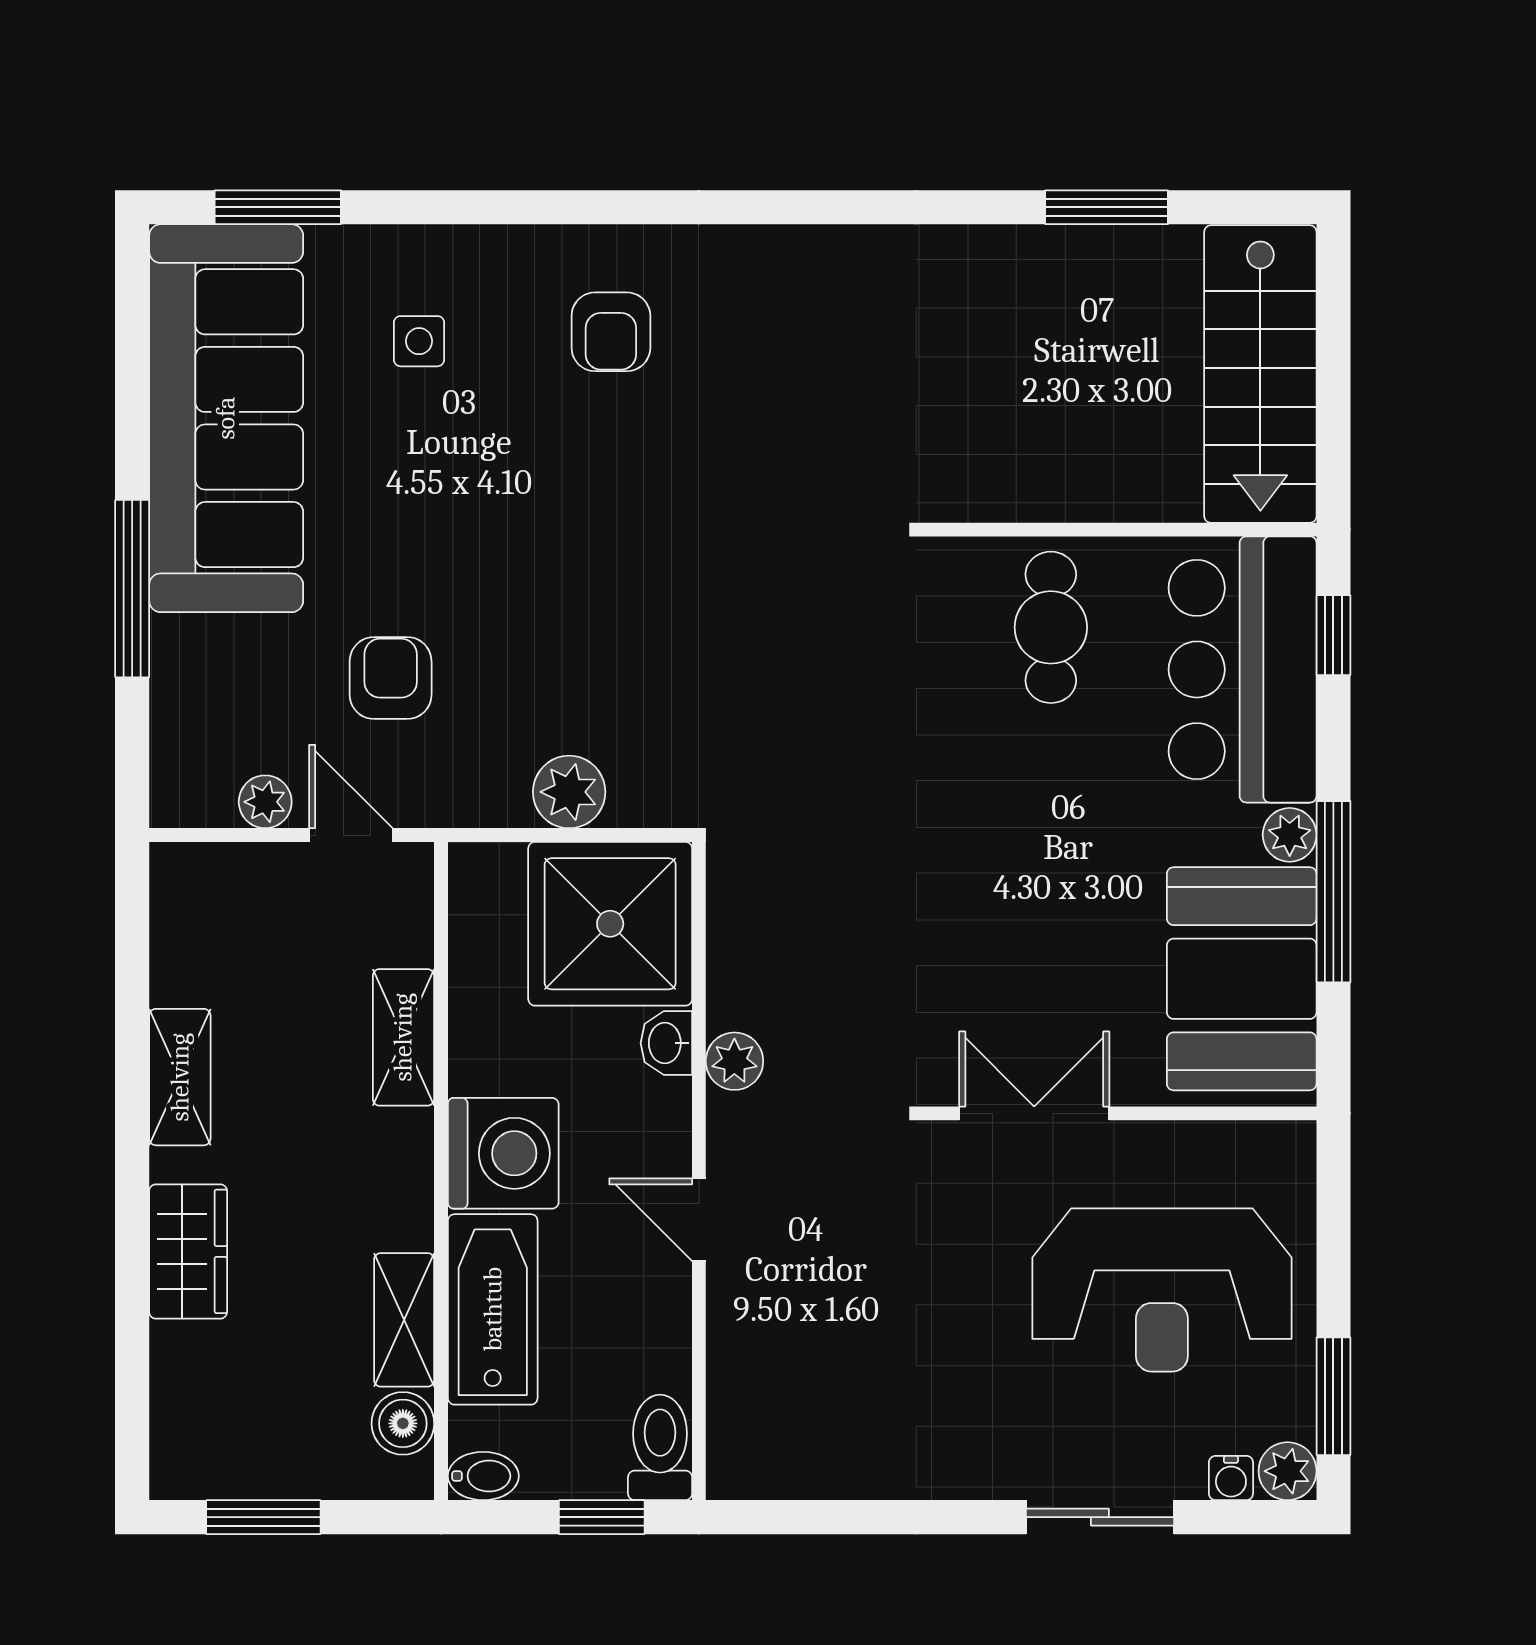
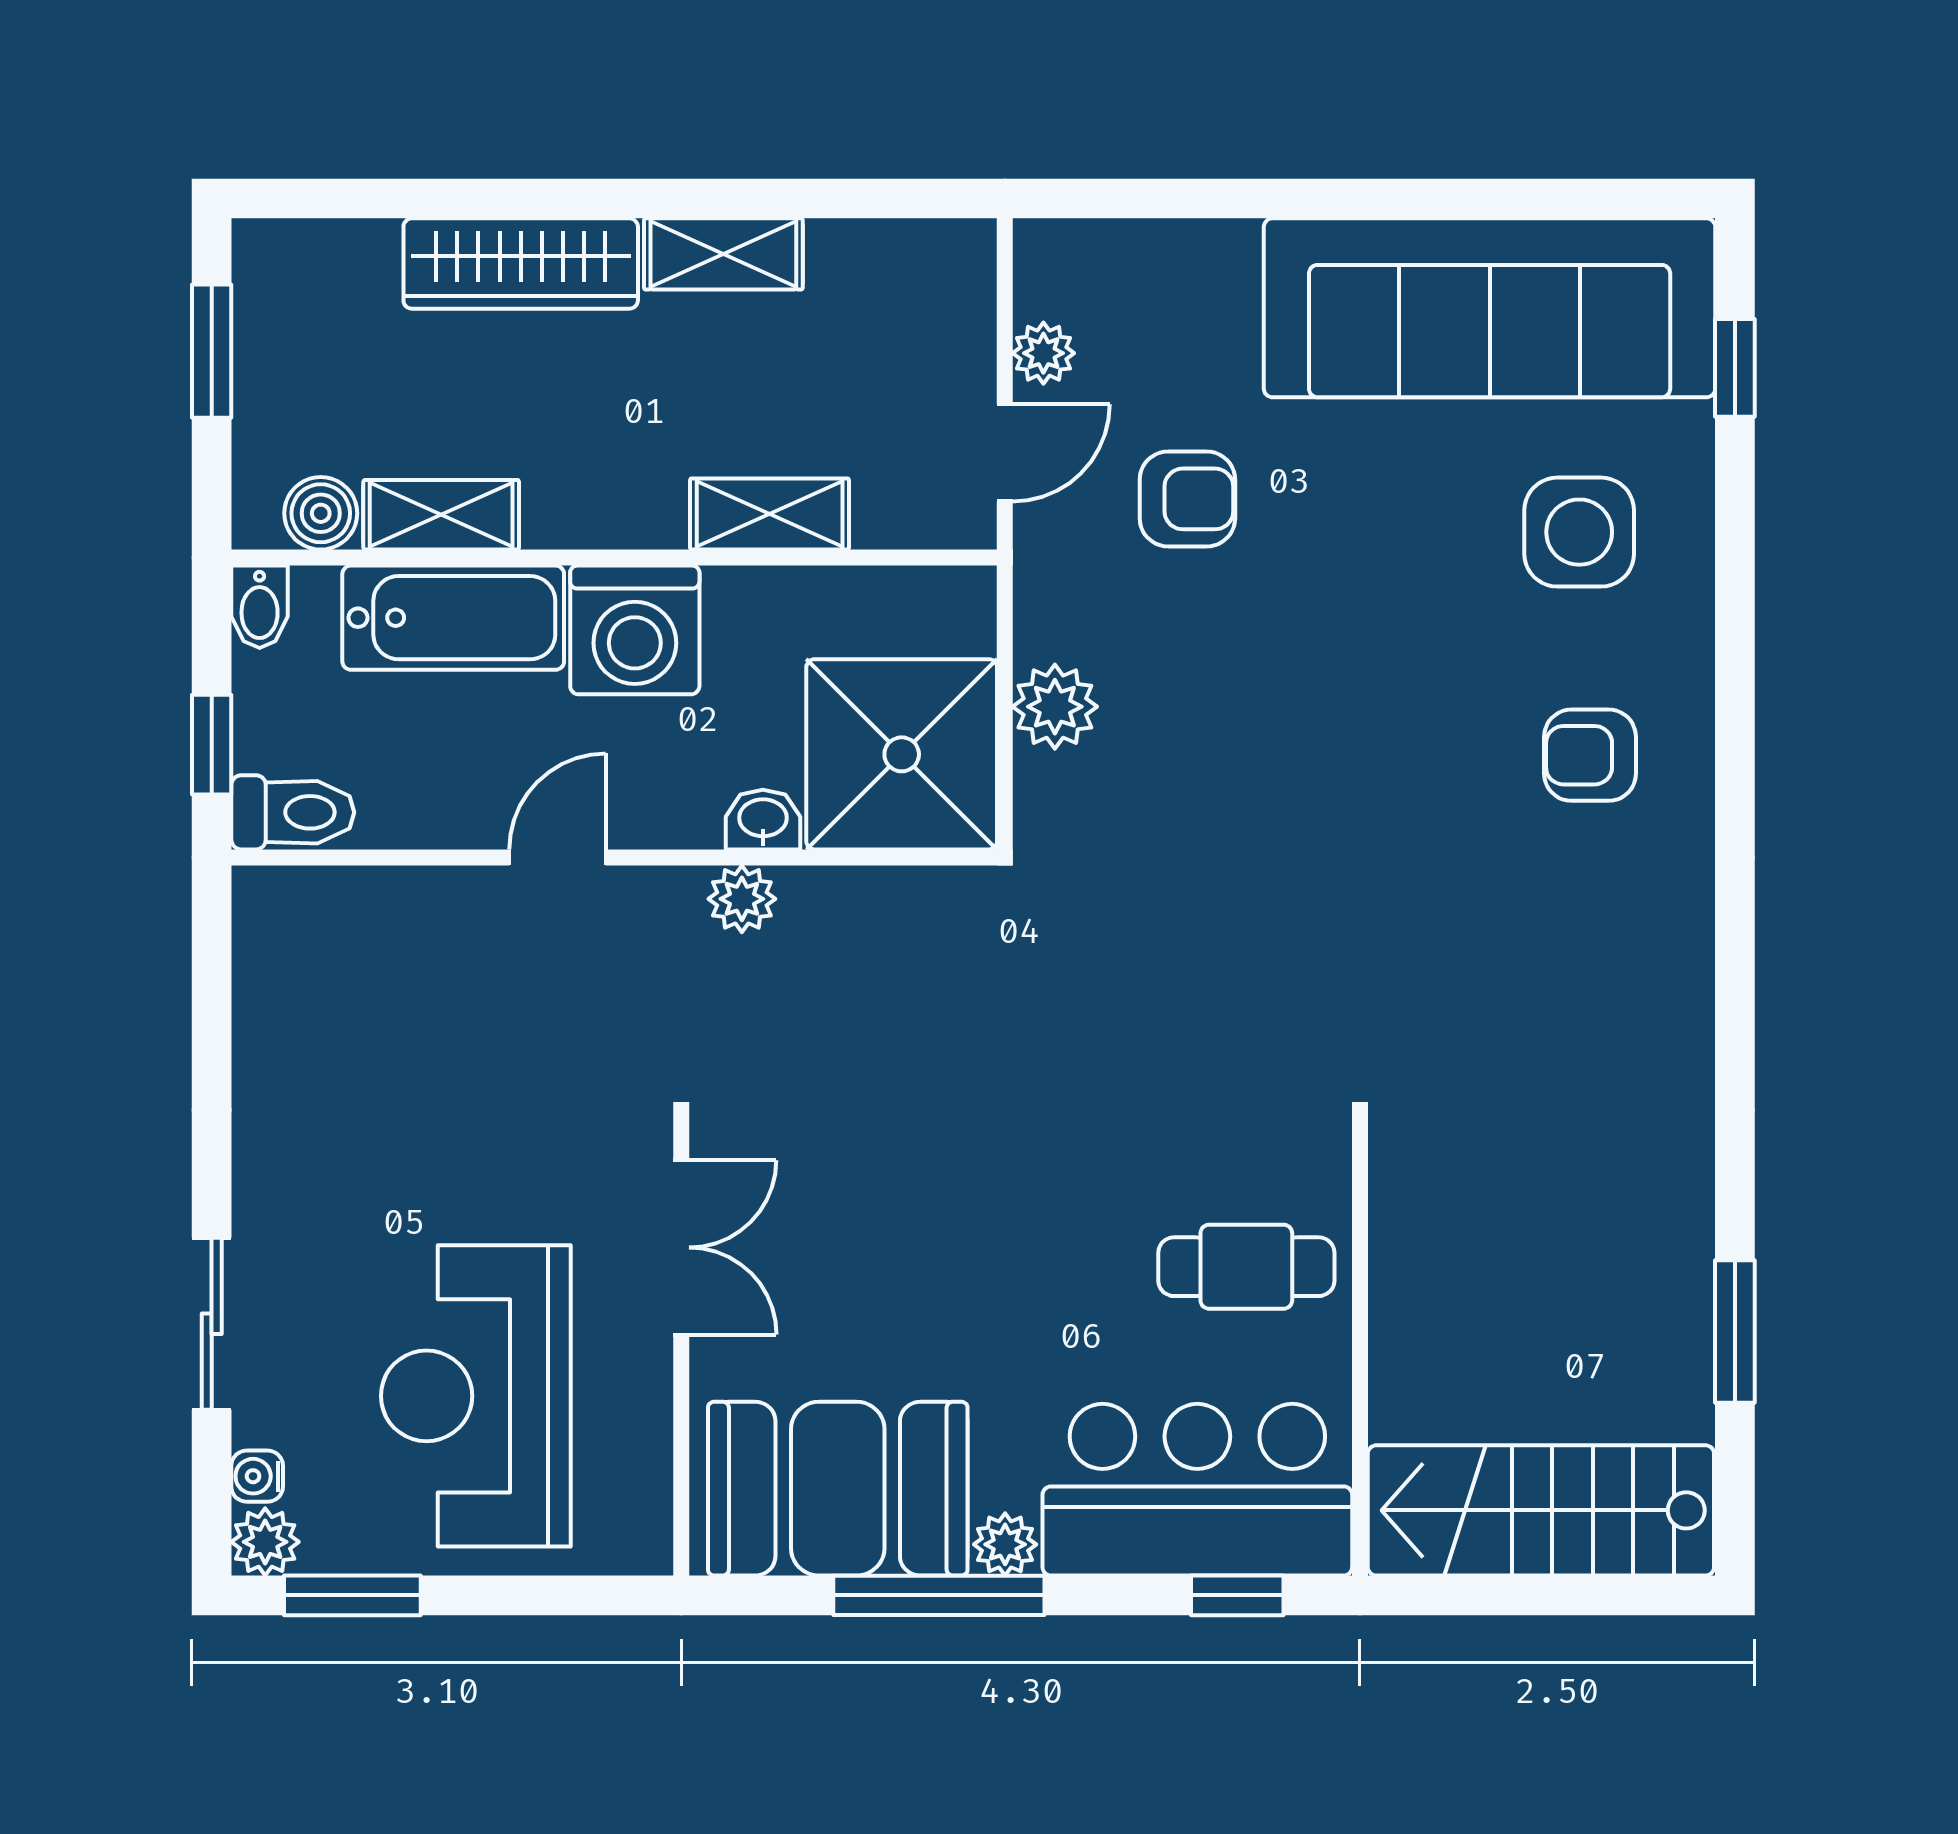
window: (278, 207) -> (1735, 368), width x0.67
side table: (419, 341) -> (1579, 532), width x1.87, depth x1.87
window: (132, 589) -> (1291, 199), removed
wardrobe: (188, 1251) -> (521, 264), width x1.50

